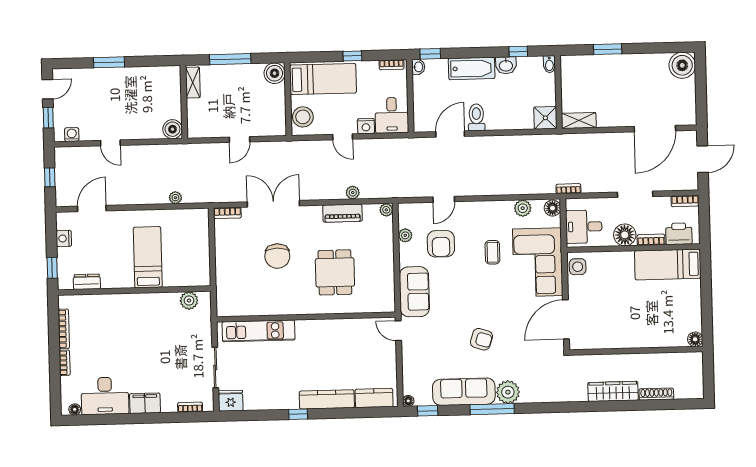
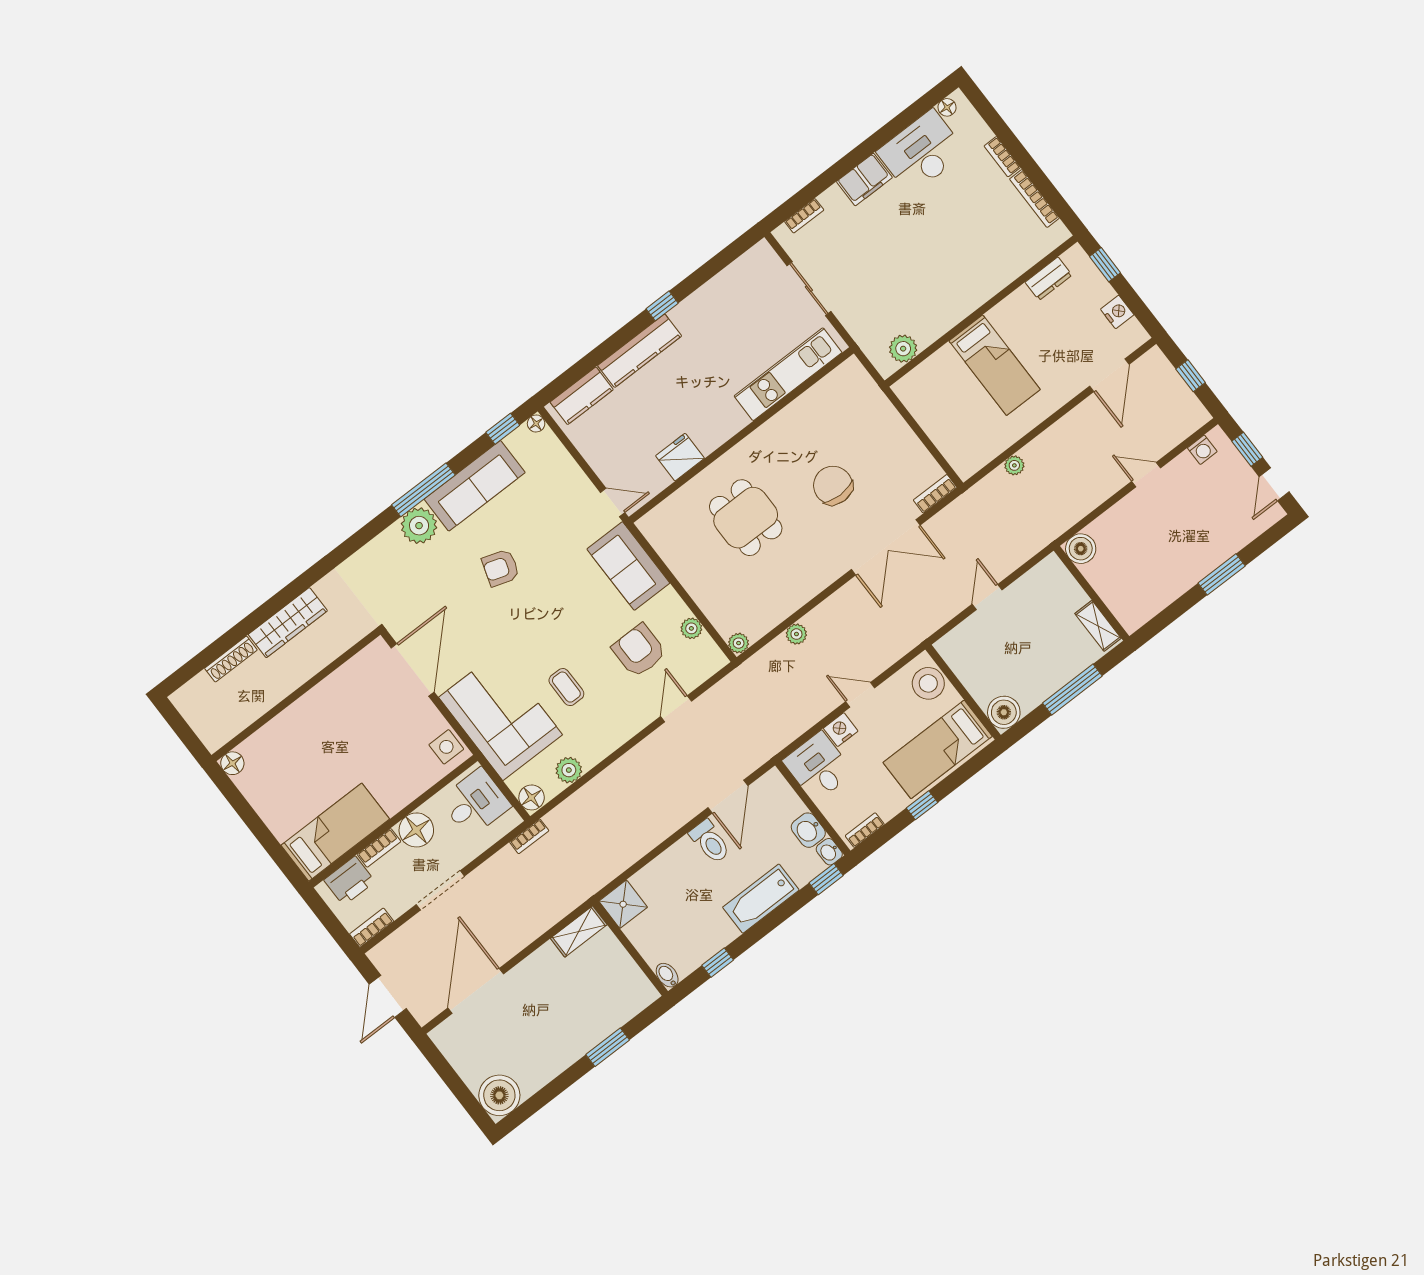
washbasin: (506, 65) -> (808, 830), moved, turned -90
piano: (342, 213) -> (790, 599), removed
fridge: (231, 401) -> (680, 457), moved, turned 180

